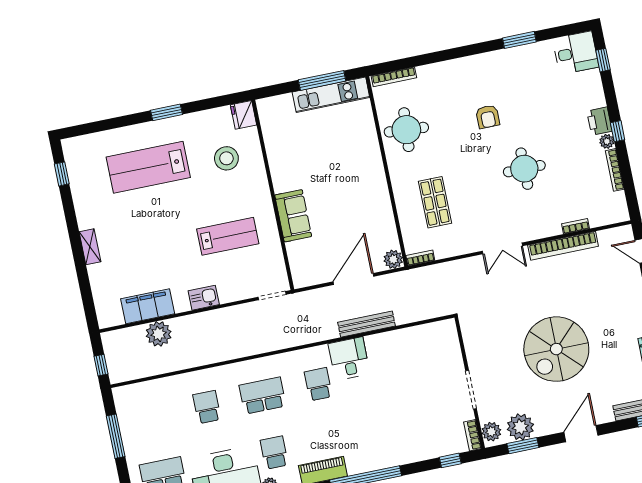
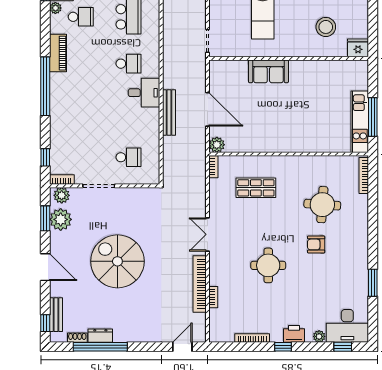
desk: (576, 53) -> (347, 326), width x1.37
round table: (406, 130) -> (322, 205), moved
plant: (607, 141) -> (319, 336), moved
school desk: (430, 361) -> (128, 157), added

